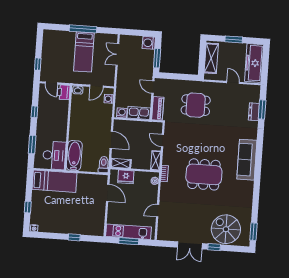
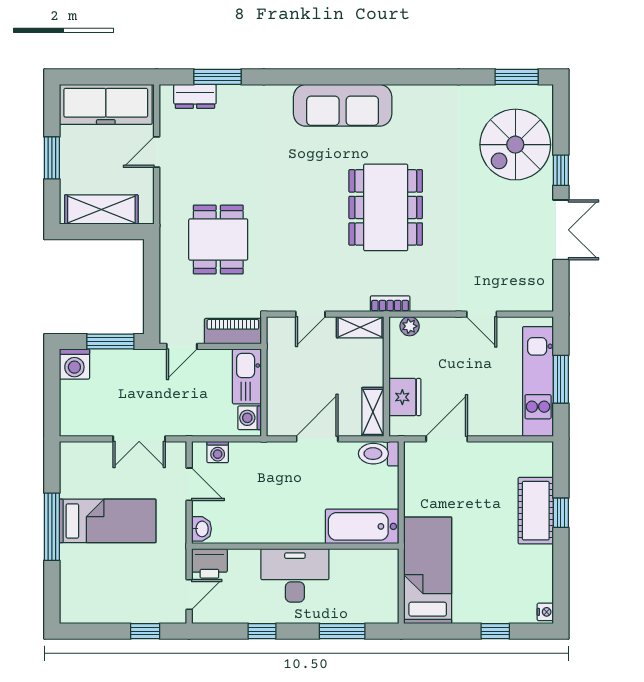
double door: (117, 55) -> (139, 439), moved
dresser: (254, 112) -> (195, 96), moved
desk: (54, 155) -> (295, 575), moved
cot: (76, 227) -> (536, 511), added

